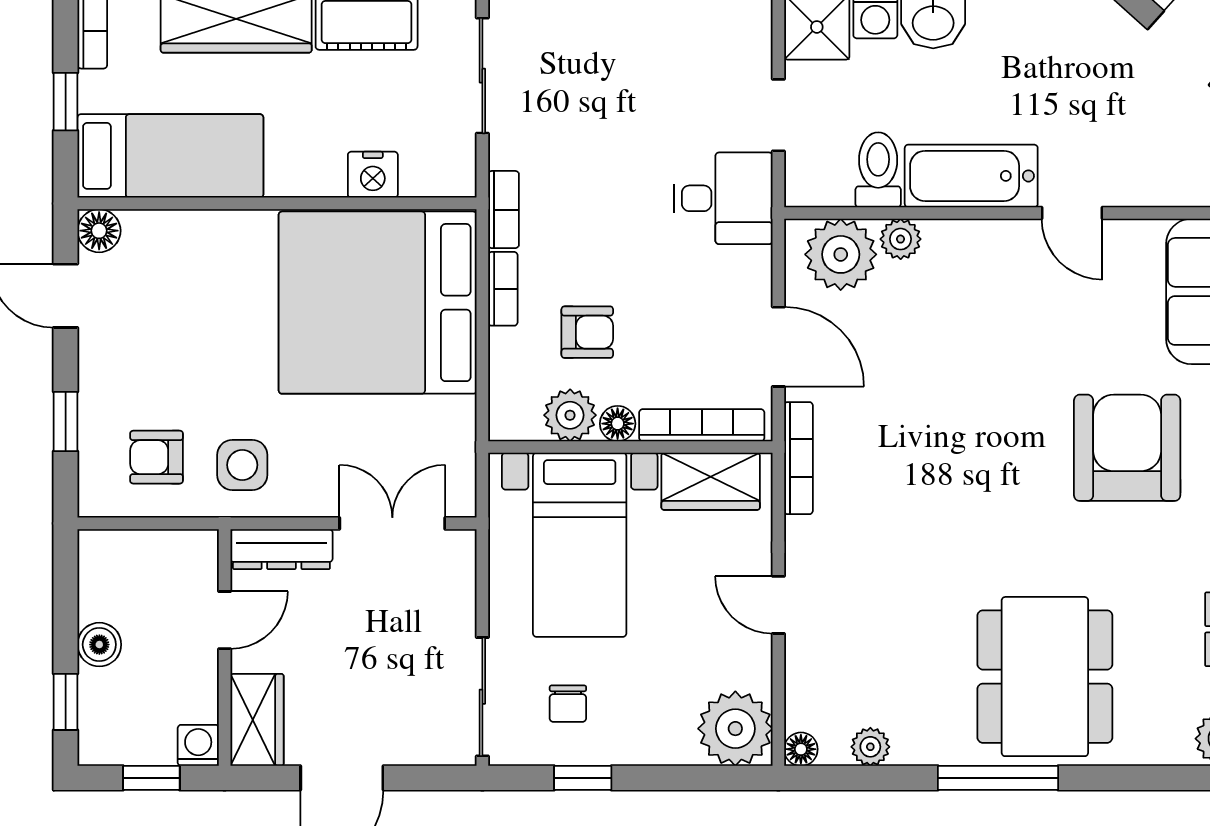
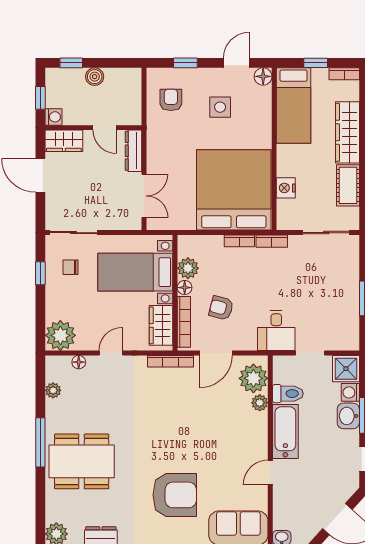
armchair: (587, 332) -> (221, 308), moved, turned 105
side table: (242, 465) -> (220, 107), moved
floor lamp: (801, 749) -> (79, 362), moved

